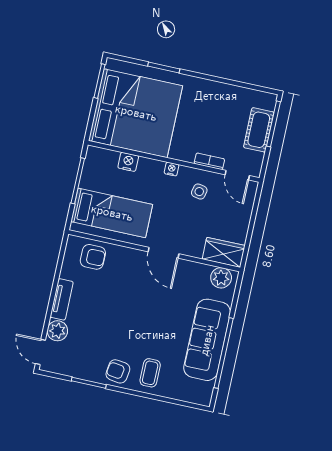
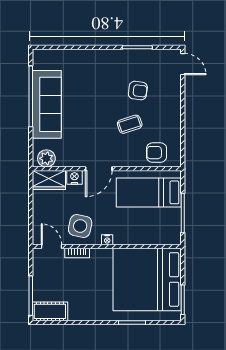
cot: (259, 130) -> (50, 311), moved, turned 90
nightstand: (128, 162) -> (74, 177), moved, turned 180
side table: (199, 192) -> (80, 226), width x1.87, depth x1.87
door: (163, 253) -> (99, 169), swing flipped
tv unit: (62, 299) -> (175, 112), removed
plant: (57, 331) -> (173, 85), removed
armchair: (118, 371) -> (138, 91), moved
coffee table: (150, 373) -> (130, 124), moved, turned 72

